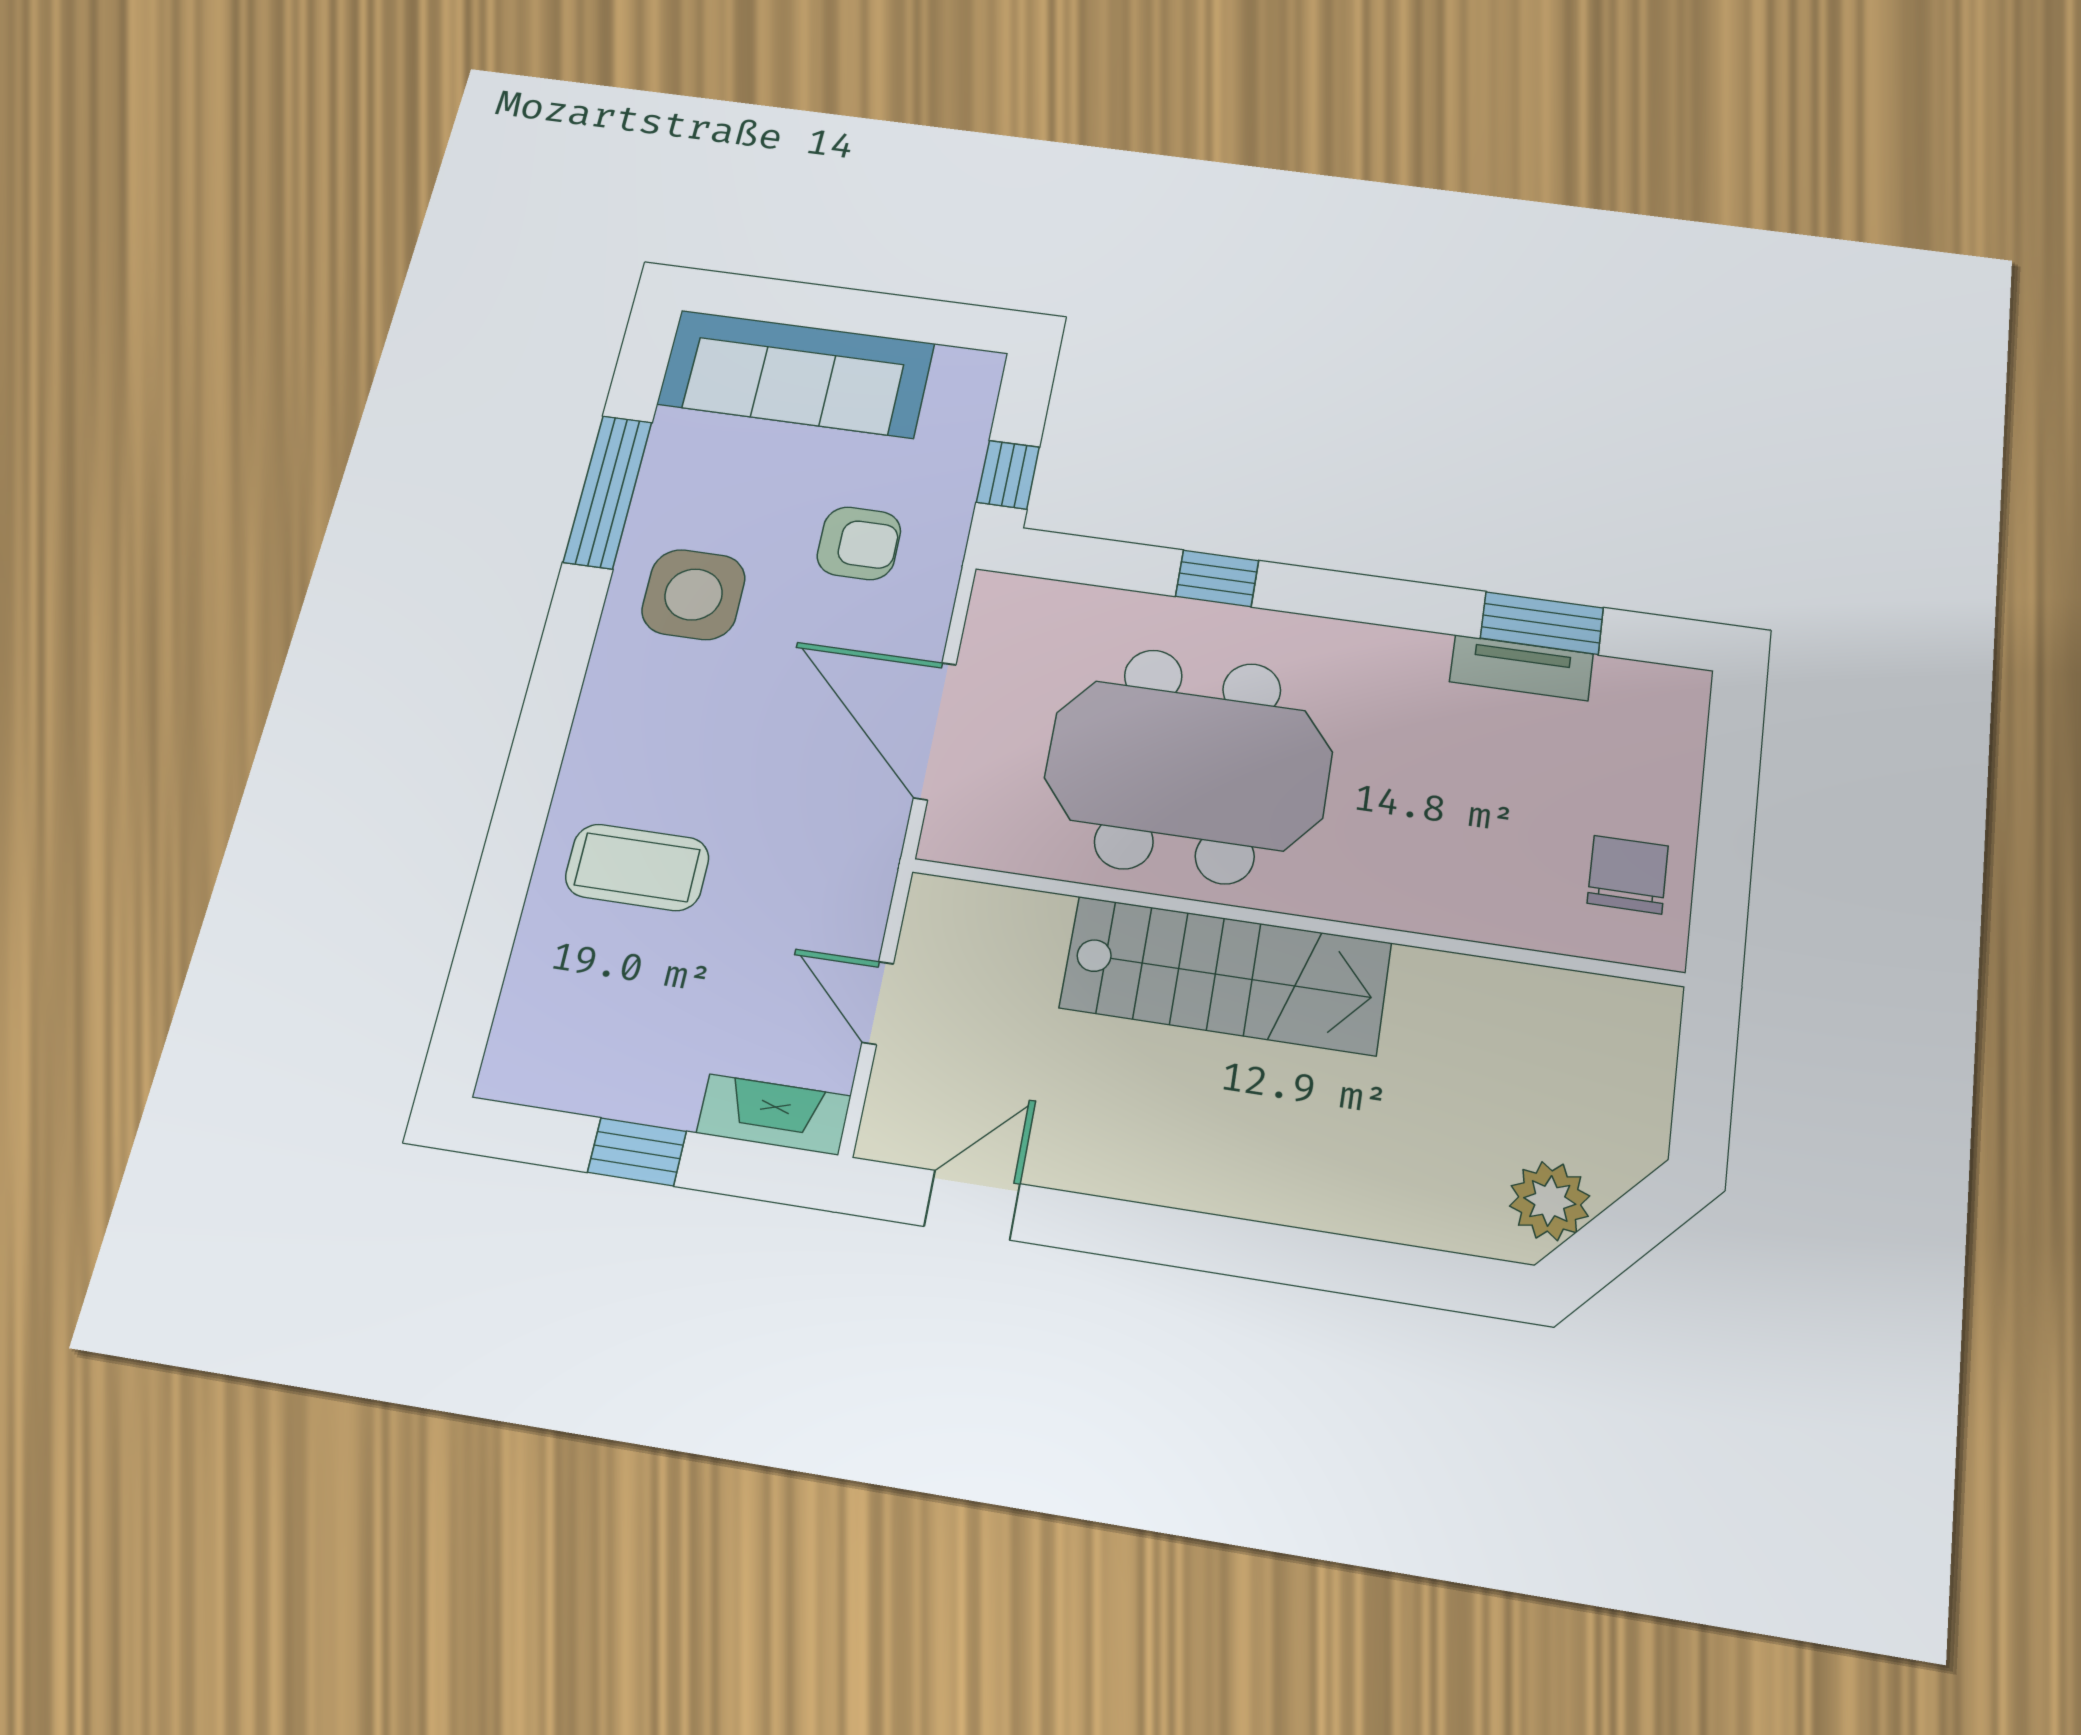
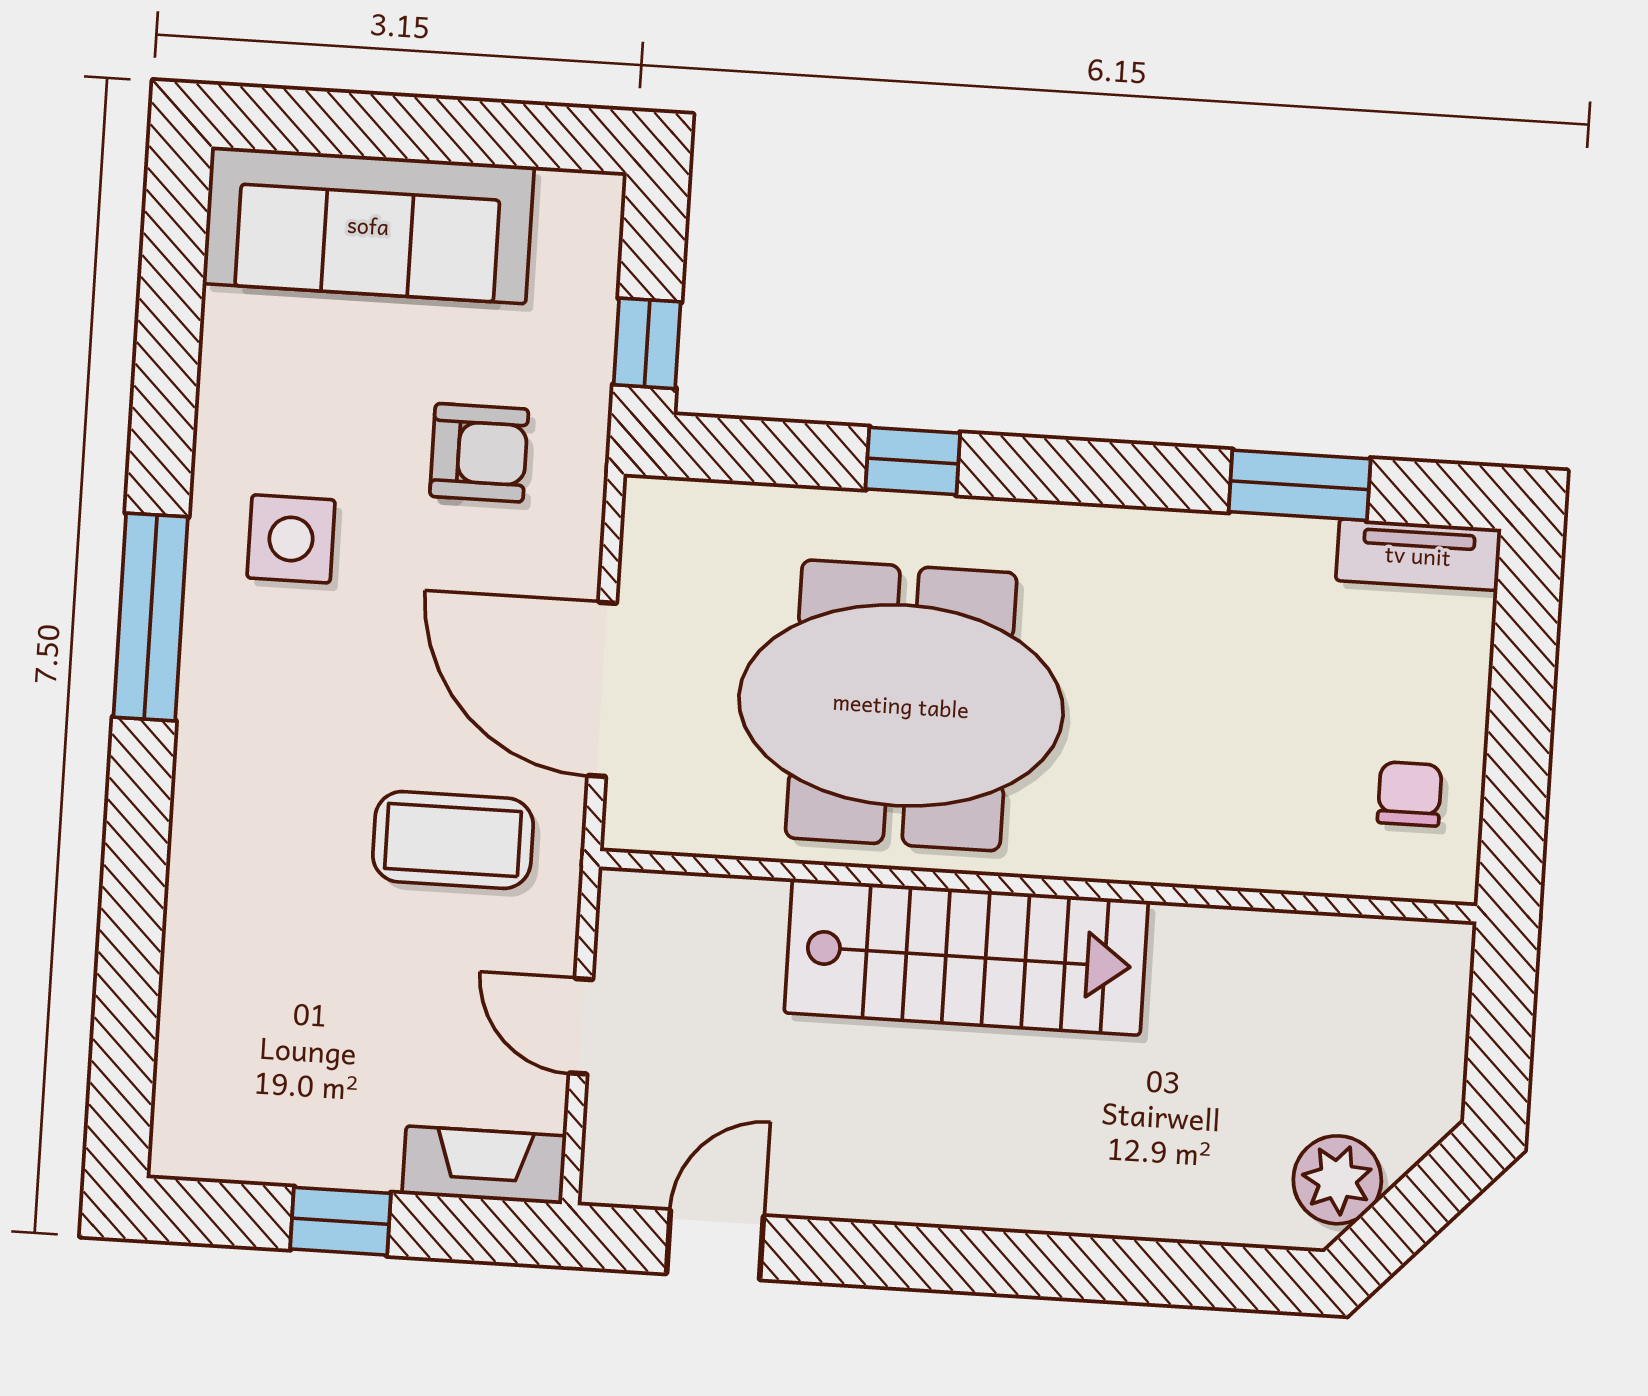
window: (608, 492) -> (151, 617), moved
side table: (693, 595) -> (291, 539), width x0.73, depth x0.73
tv unit: (1521, 668) -> (1418, 555), moved
coffee table: (637, 867) -> (453, 840), moved
chair: (1628, 875) -> (1410, 794), width x0.73, depth x0.73

